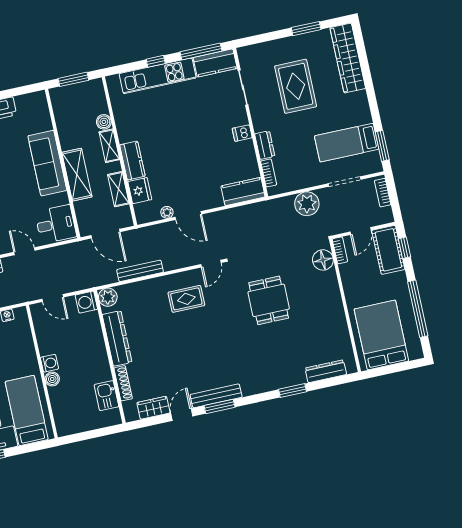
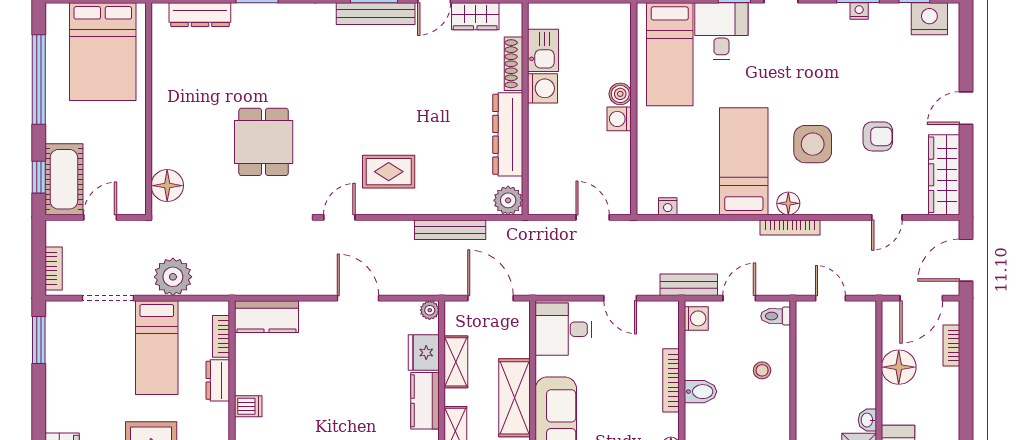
bed: (347, 143) -> (157, 348), moved, turned 90
plant: (167, 212) -> (430, 310), moved
bookcase: (340, 250) -> (138, 195), removed
washing machine: (86, 302) -> (542, 88), moved

